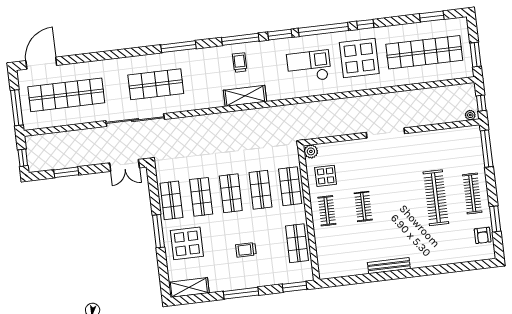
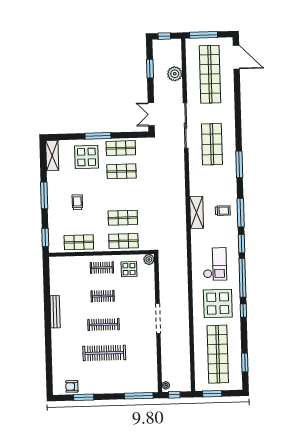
plant: (70, 140) -> (175, 74), added
shop shelf: (231, 193) -> (122, 195), removed
clothes rail: (472, 193) -> (103, 325), moved

